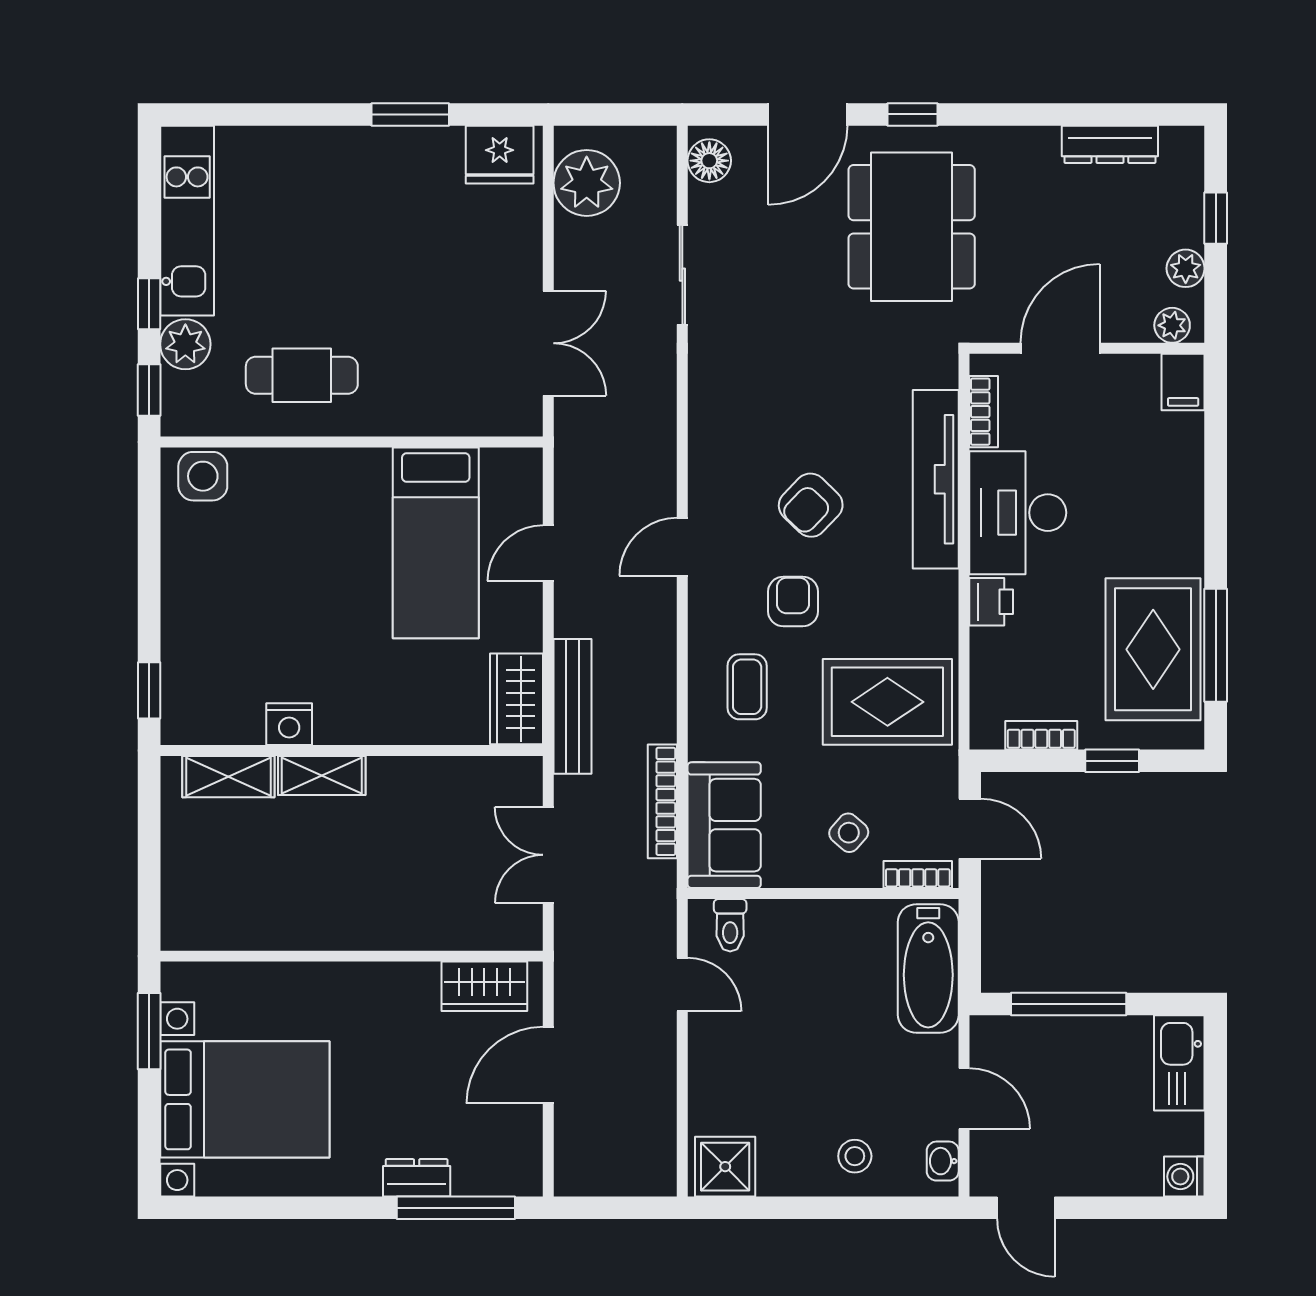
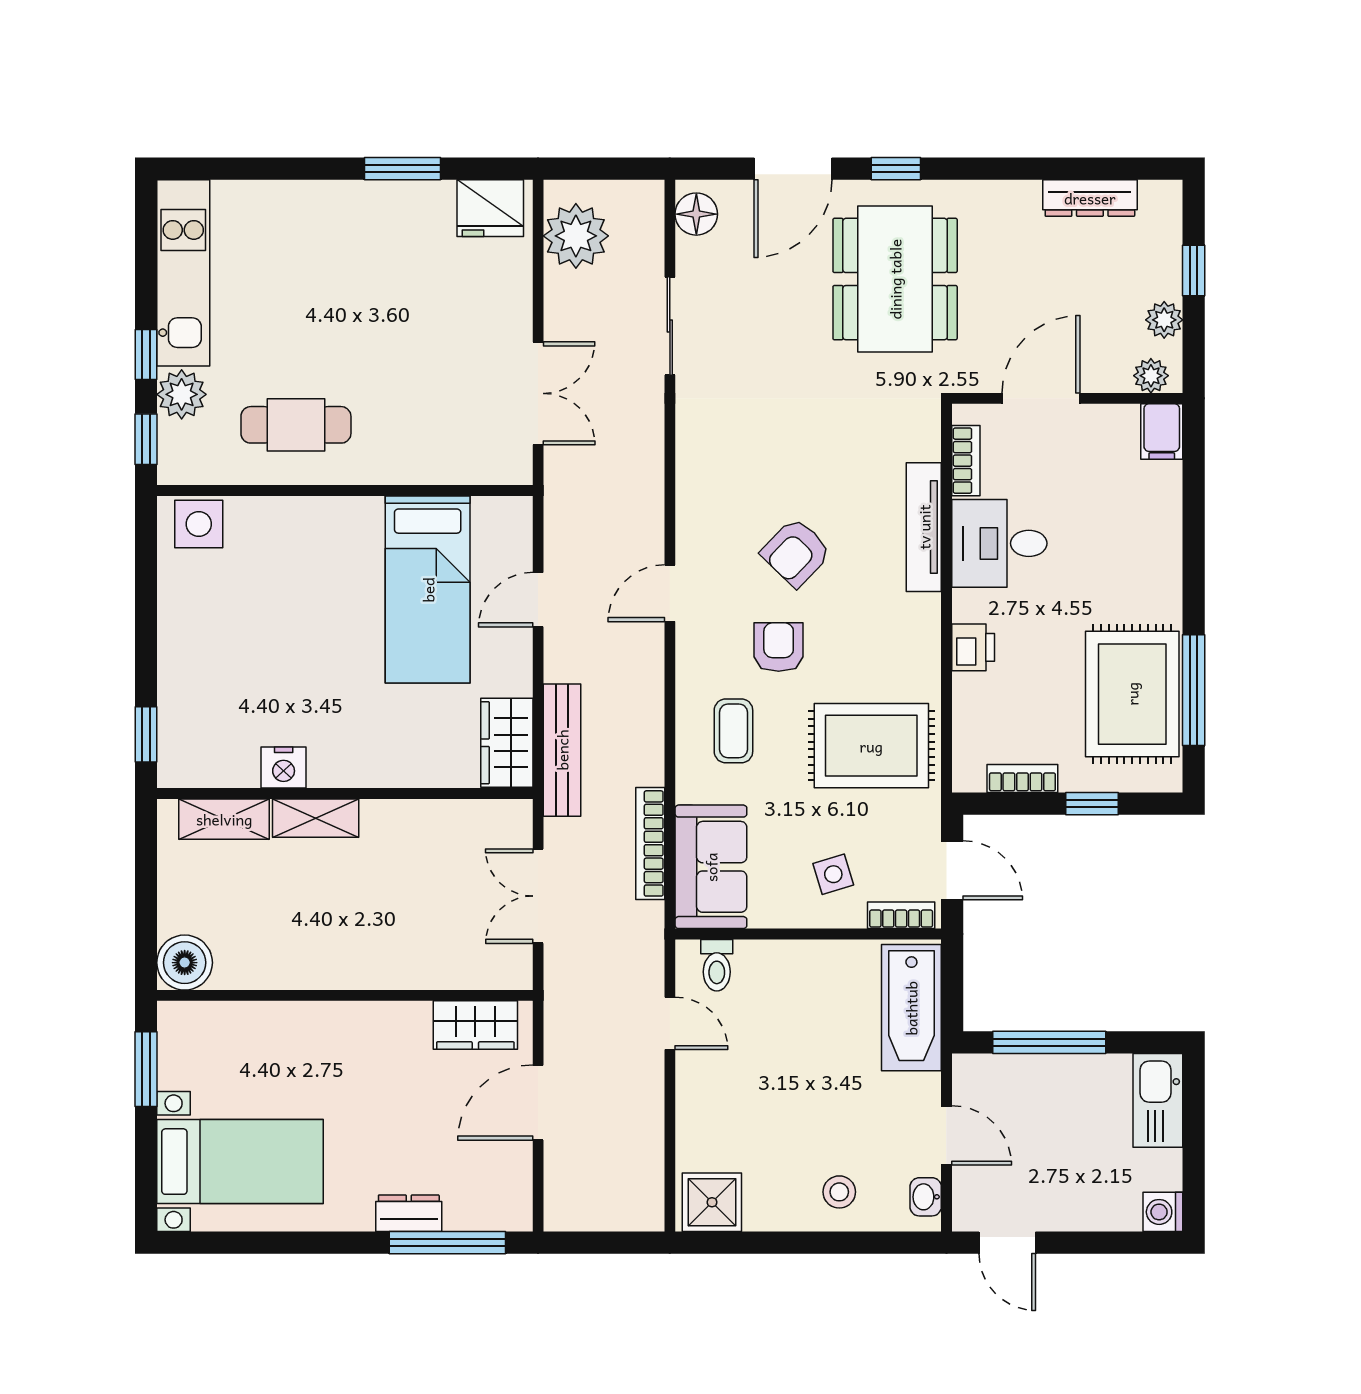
tv unit: (936, 479) -> (924, 527), width x0.73, depth x0.78
desk: (1018, 513) -> (999, 543), width x0.73
side table: (849, 833) -> (833, 874), turned 32
boiler: (188, 923) -> (185, 963), added
bed with nightstands: (245, 1099) -> (240, 1162), width x0.73

